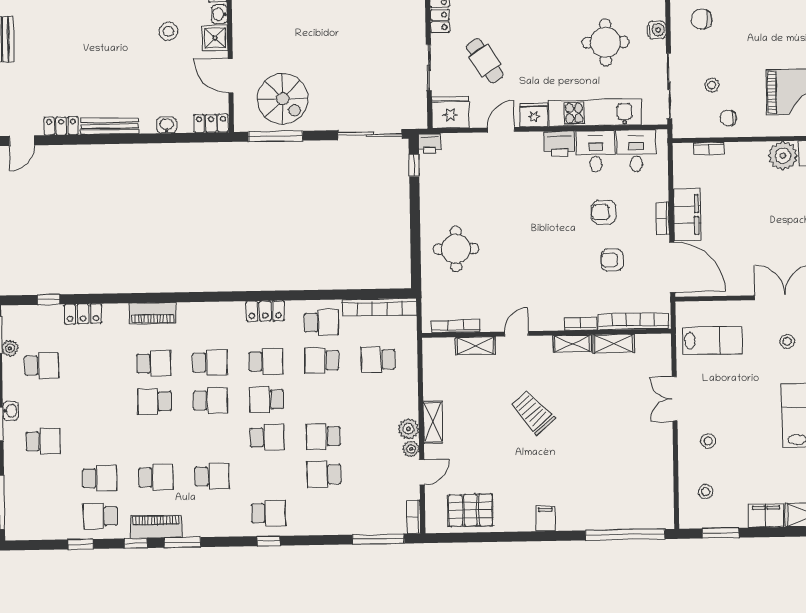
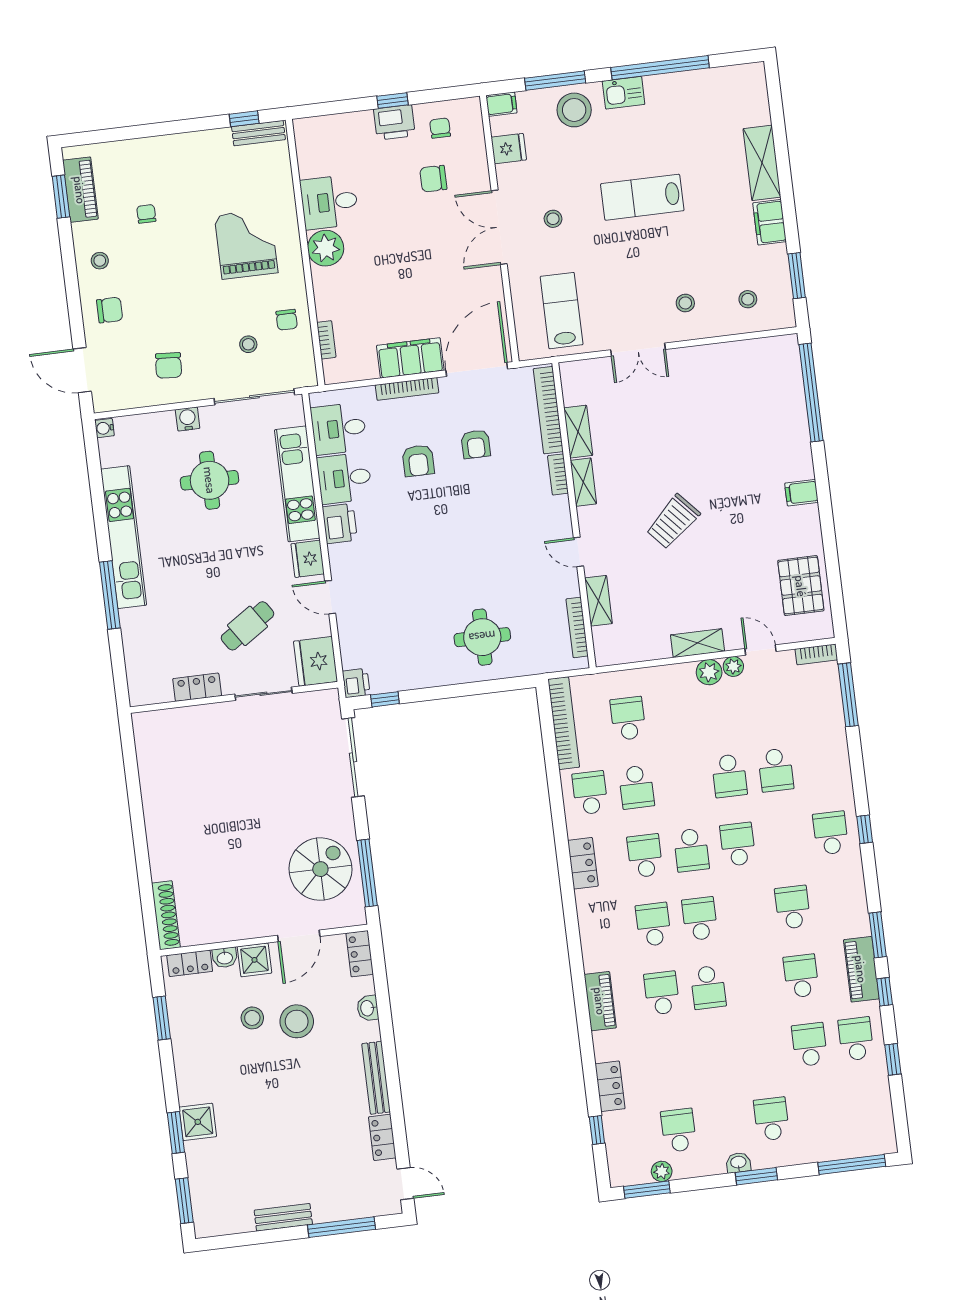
stool: (162, 67) -> (297, 1021), added
bookcase: (663, 218) -> (407, 389), width x1.56
school desk: (378, 360) -> (628, 718), turned 180
school desk: (100, 516) -> (856, 1039), turned 180

